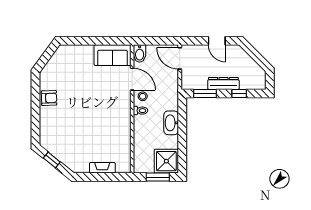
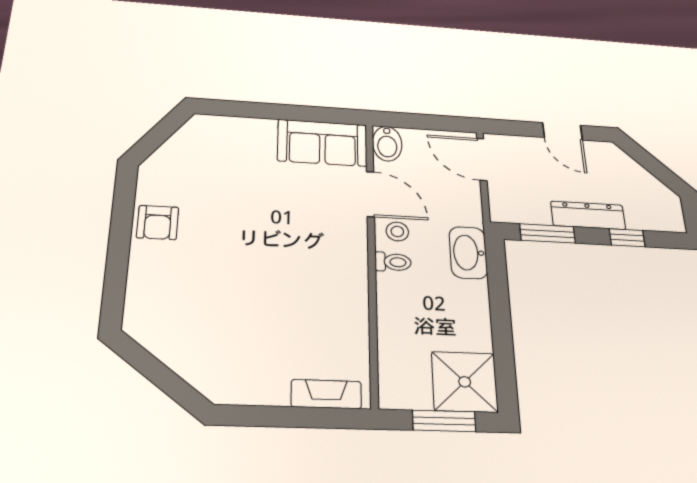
armchair: (49, 98) -> (158, 222), turned 92
washbasin: (171, 123) -> (468, 253), moved
window: (52, 160) -> (152, 369), removed
fireplace: (102, 168) -> (326, 394), moved

